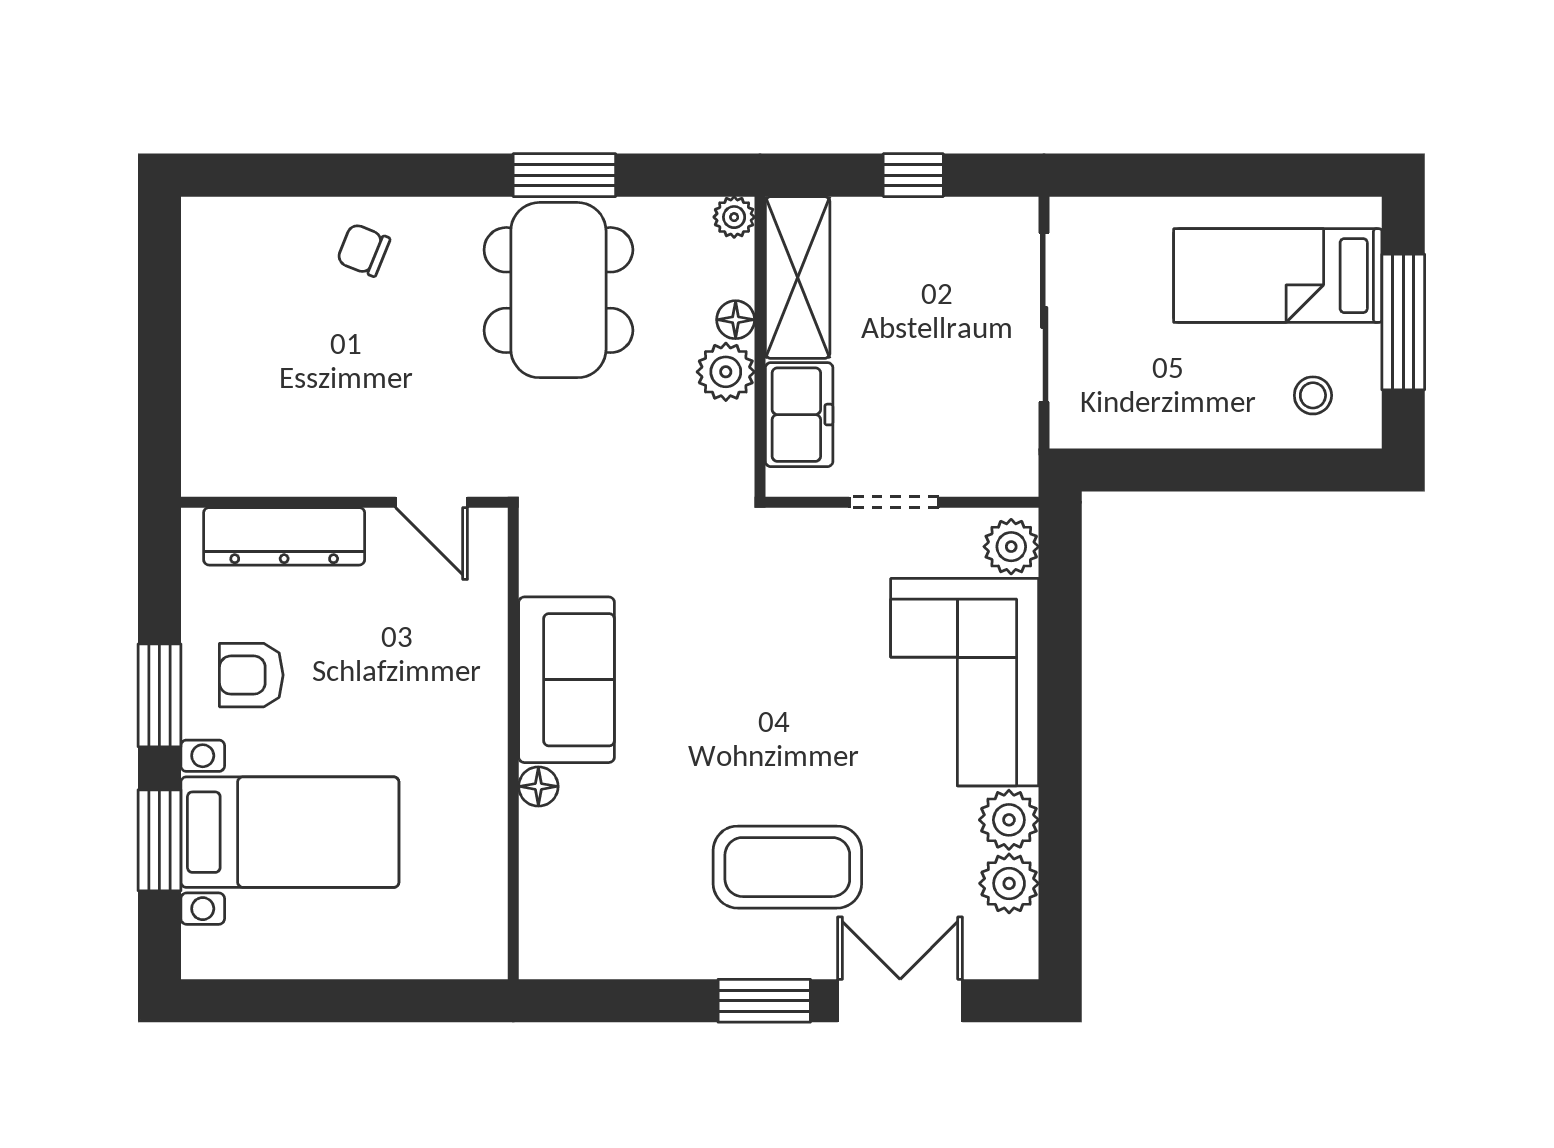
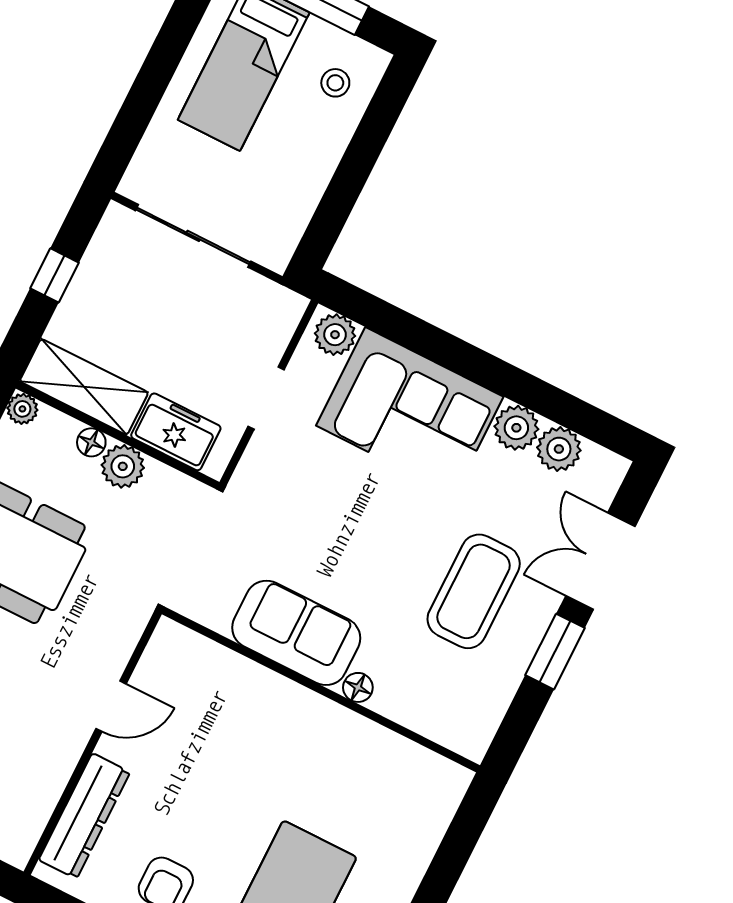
sofa: (567, 680) -> (296, 633), moved
wall: (513, 743) -> (321, 690), moved
floor lamp: (538, 786) -> (358, 687), moved

